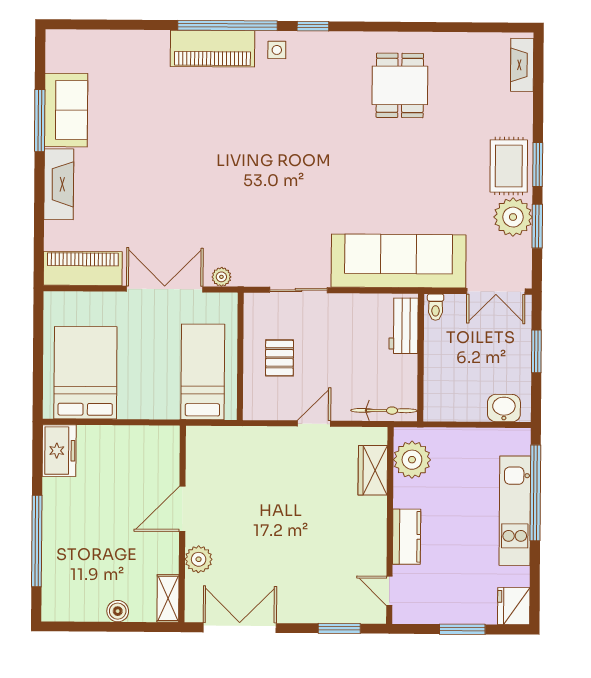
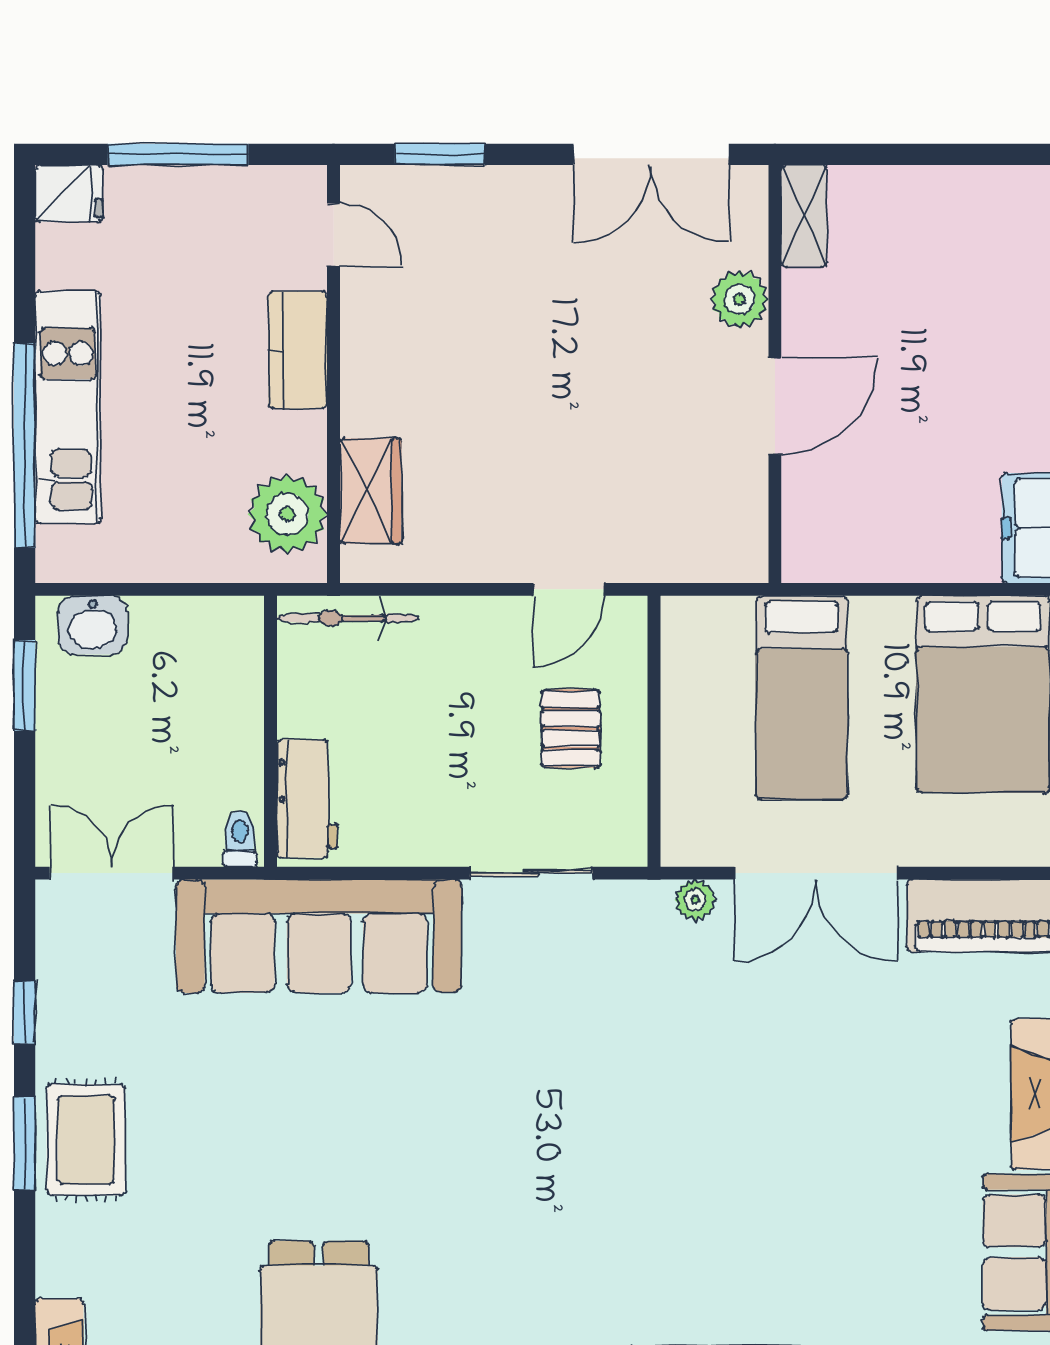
plant: (513, 217) -> (76, 1031), removed
window: (537, 226) -> (25, 1012), width x0.67
window: (536, 351) -> (25, 685), moved
bed: (203, 372) -> (802, 697), moved
door: (314, 424) -> (569, 589), moved
fridge: (514, 606) -> (69, 193), width x0.72
boiler: (118, 611) -> (911, 188), removed
window: (462, 629) -> (178, 154), width x1.44

